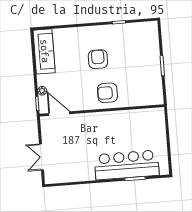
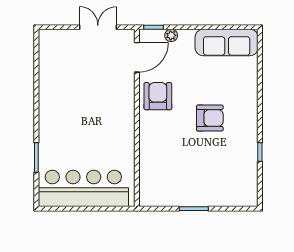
armchair: (107, 93) -> (158, 96), moved
double door: (41, 157) -> (98, 27), moved
bar counter: (127, 165) -> (83, 188), moved, turned -90

